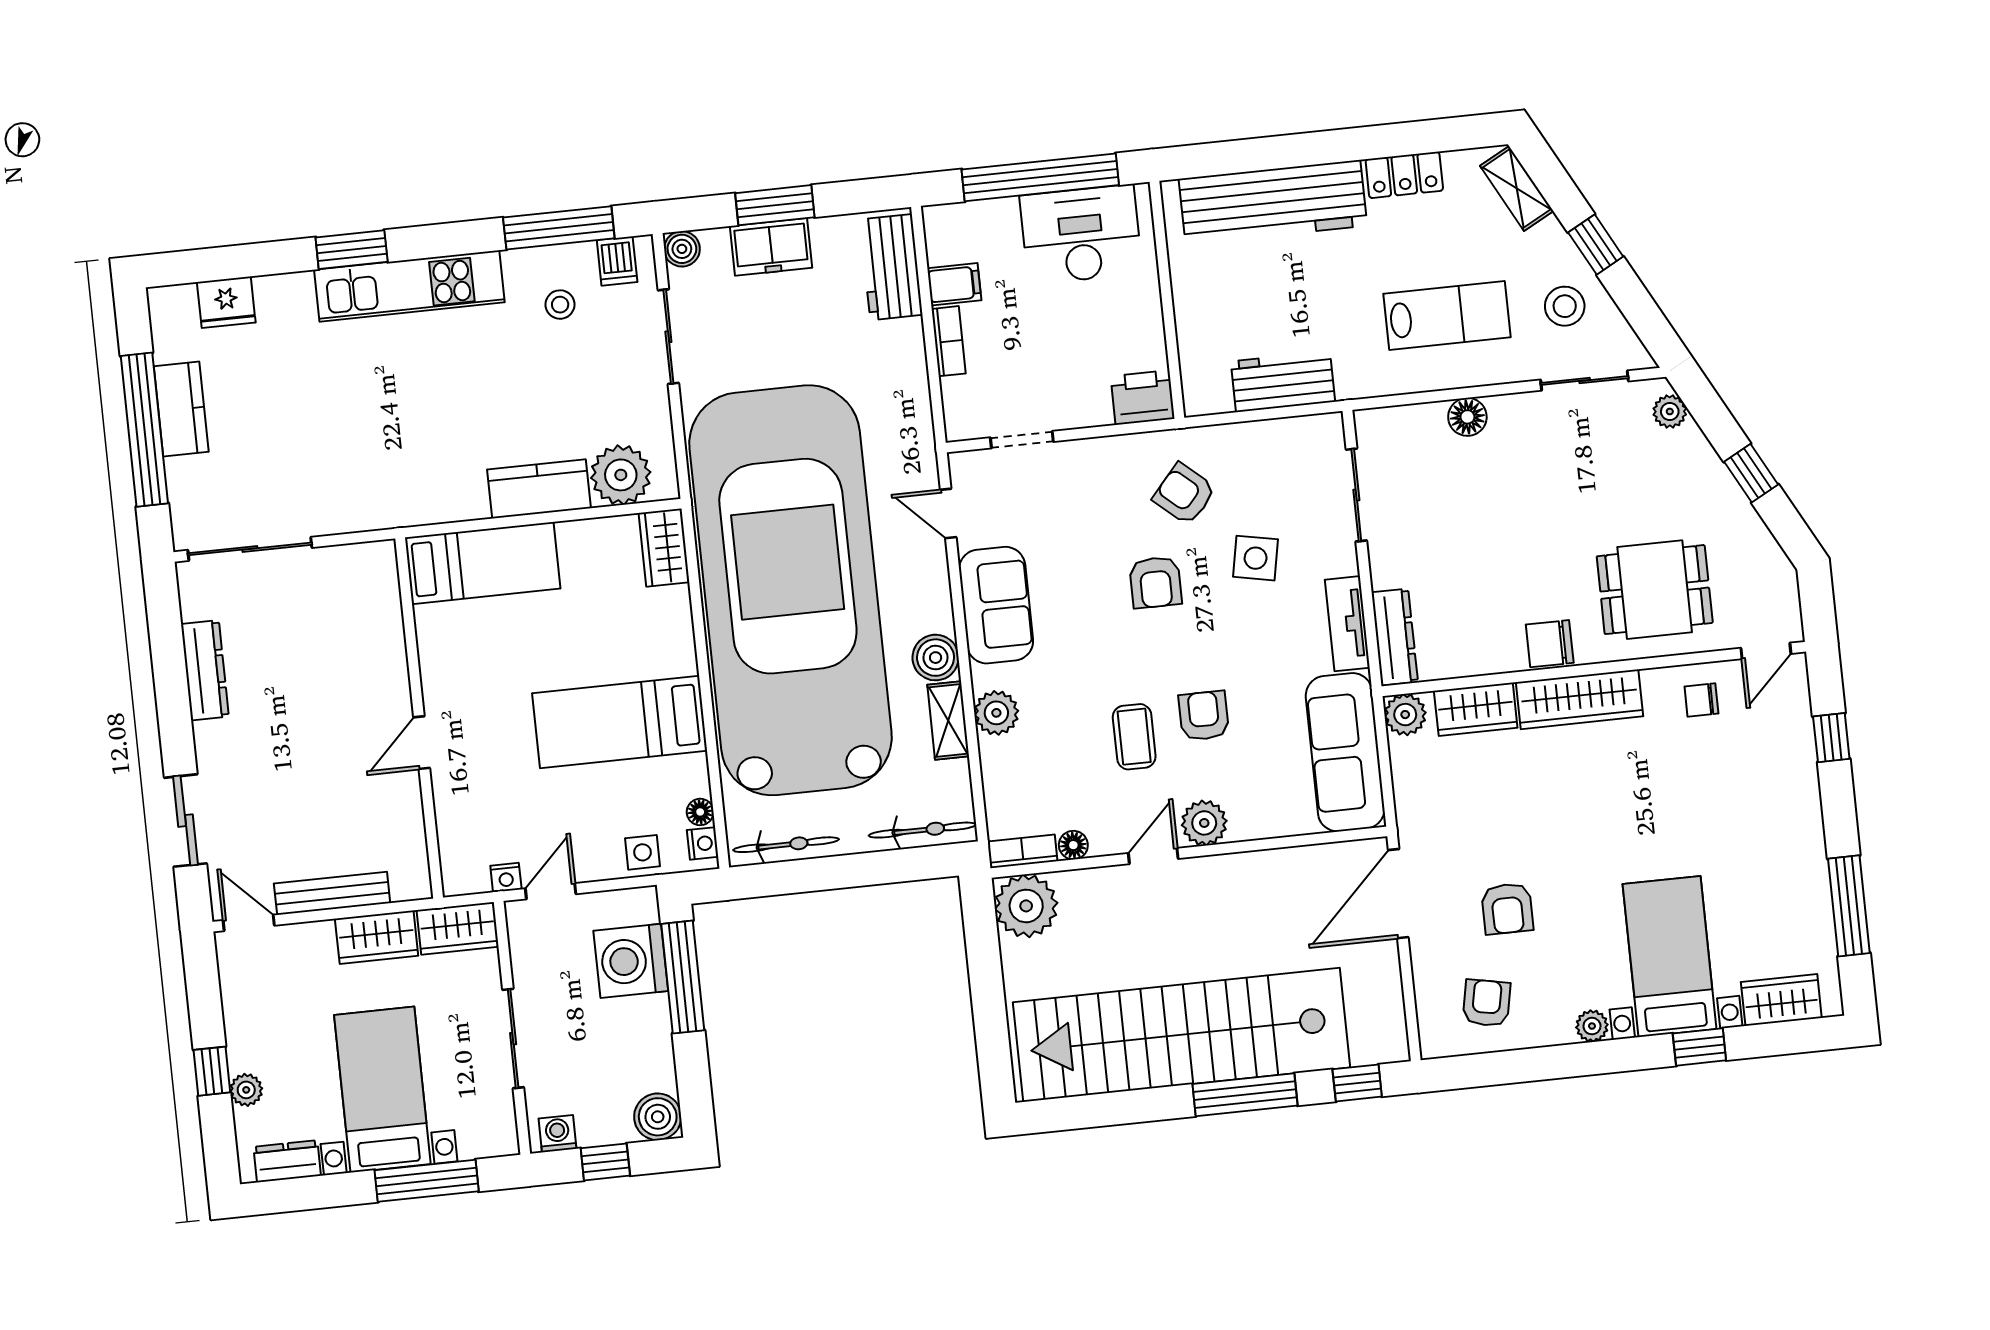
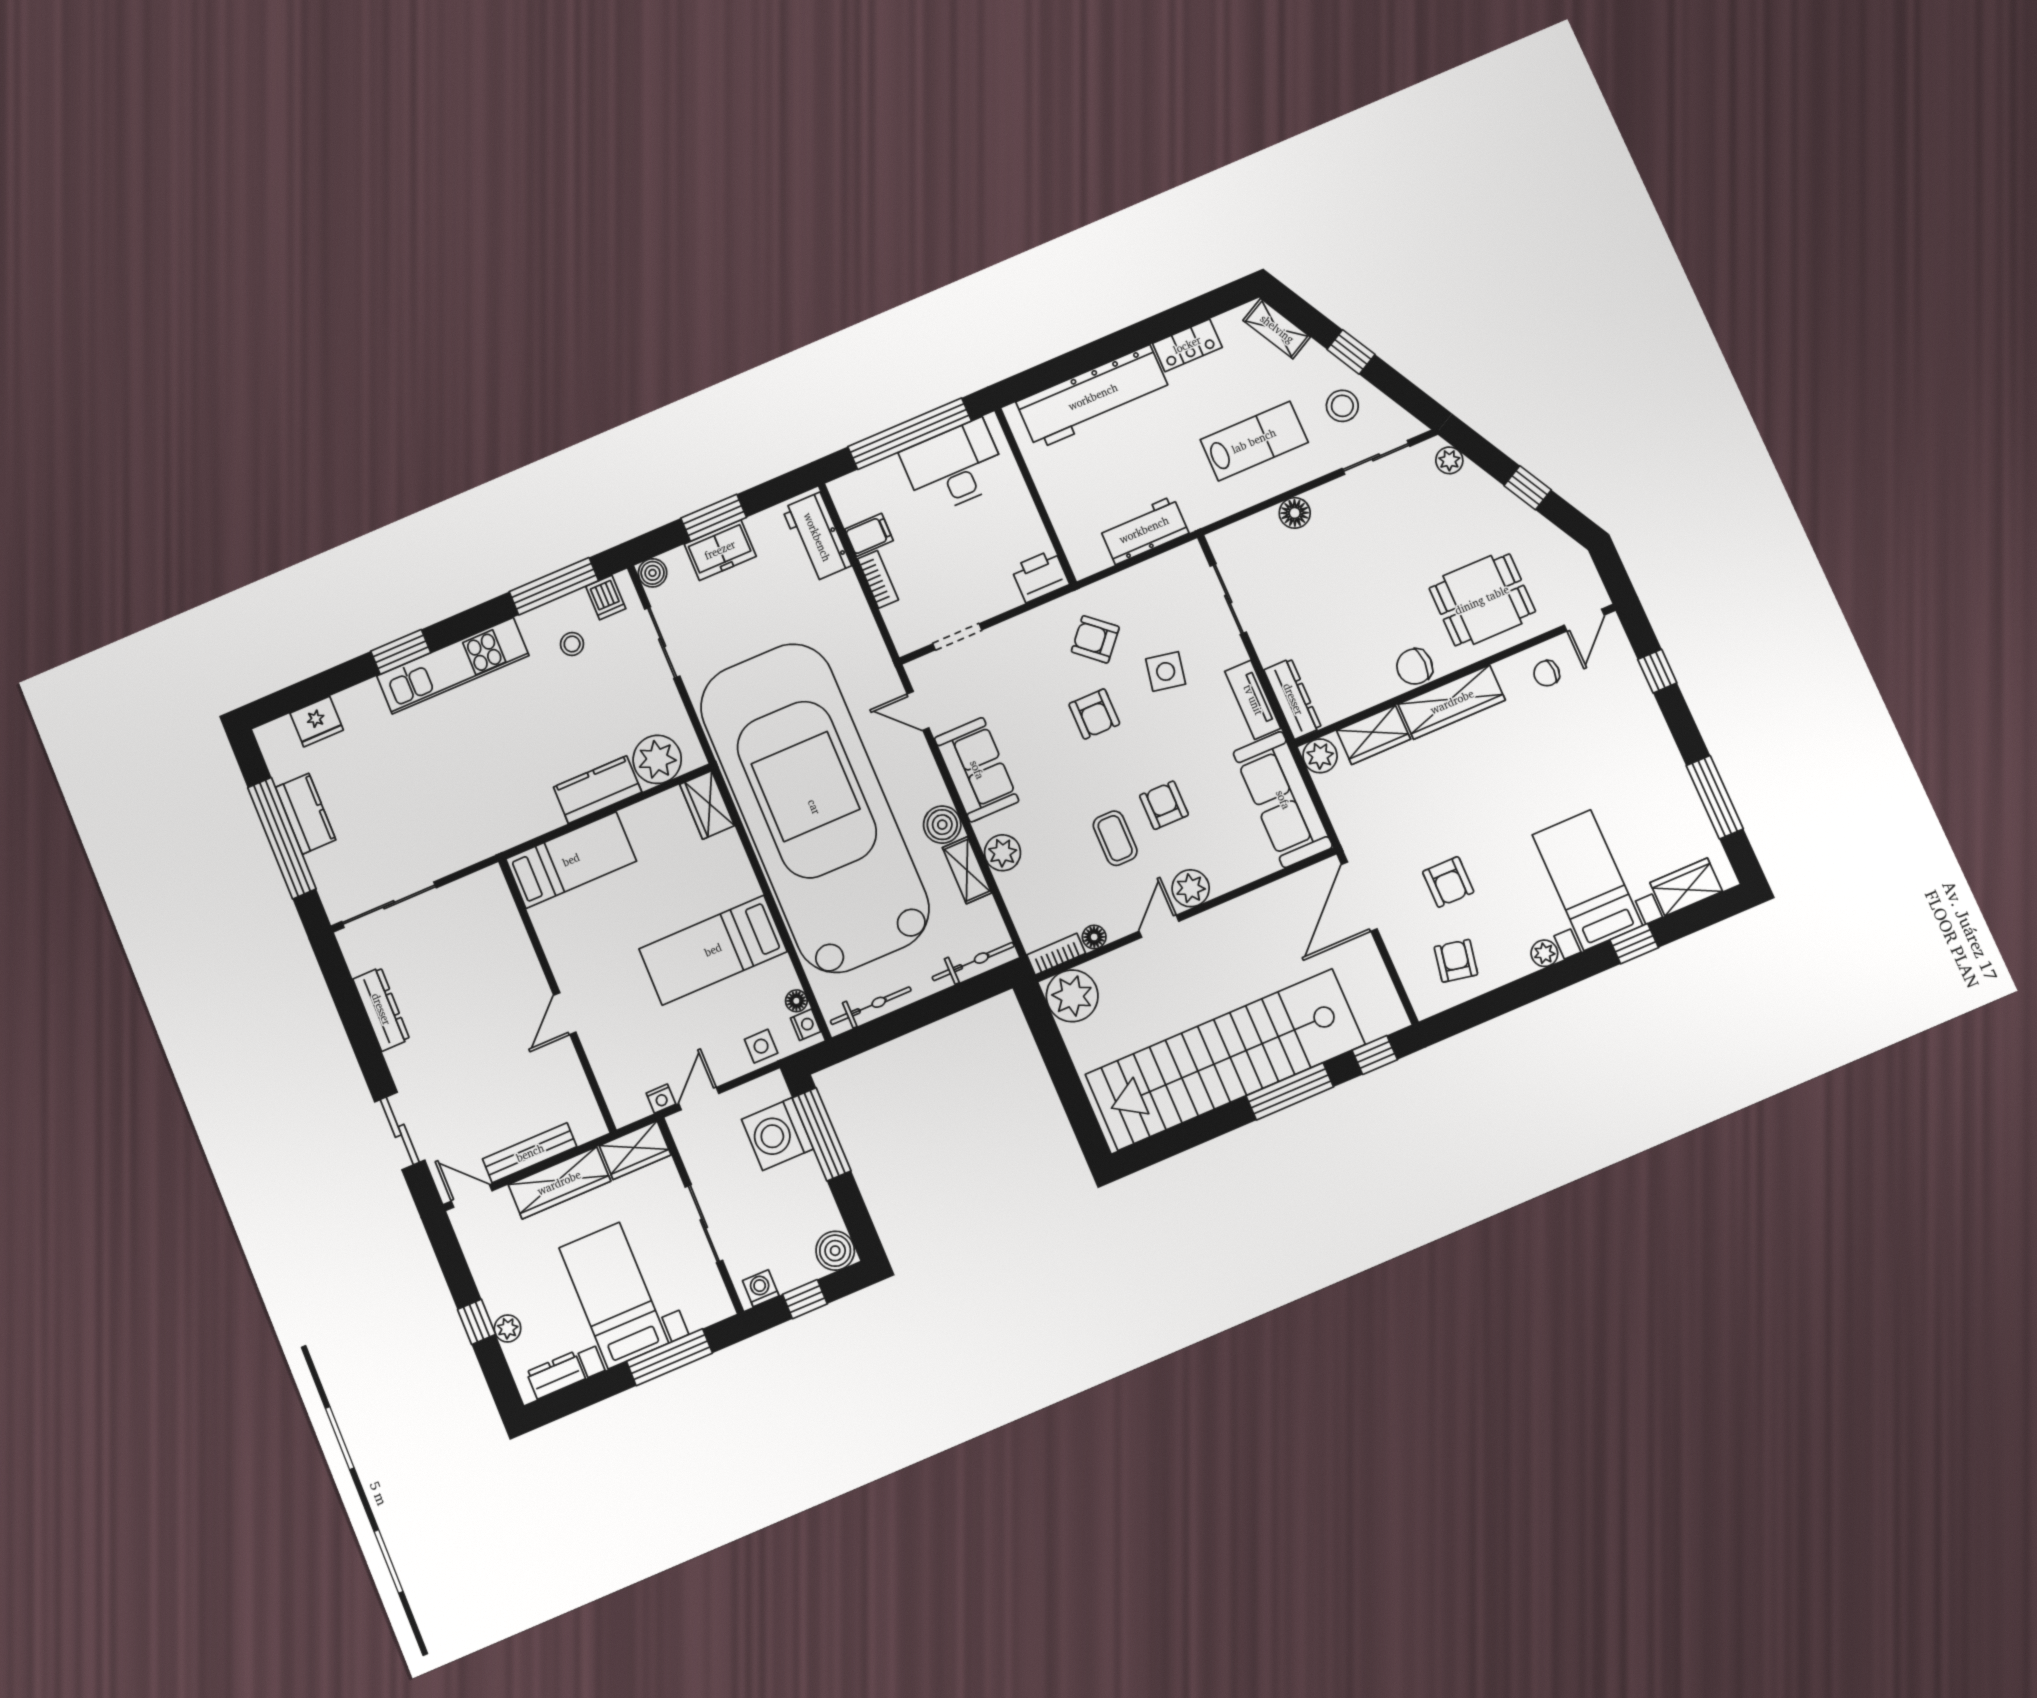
wardrobe: (377, 937) -> (559, 1183), width x1.50

